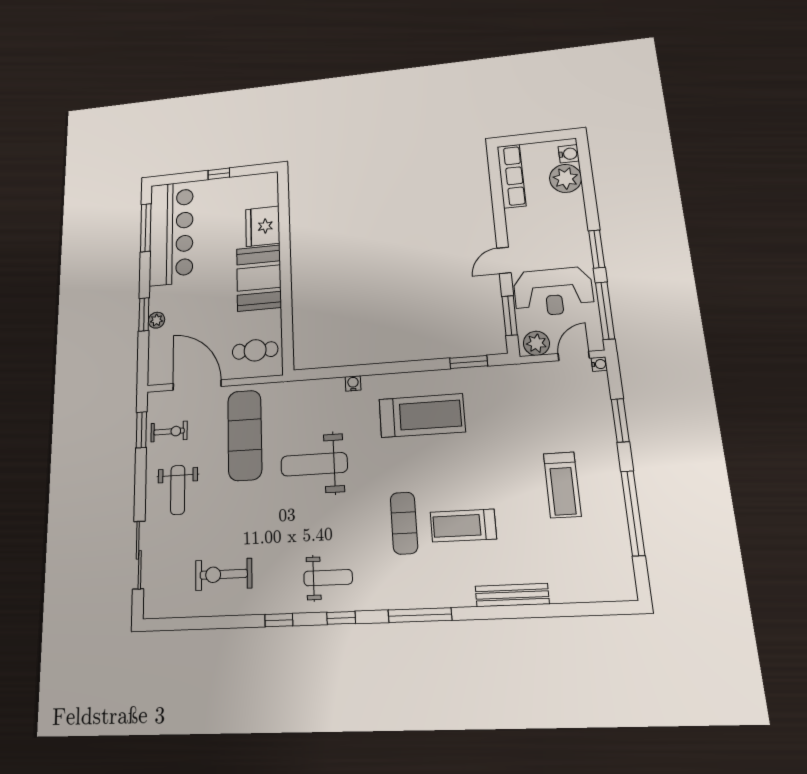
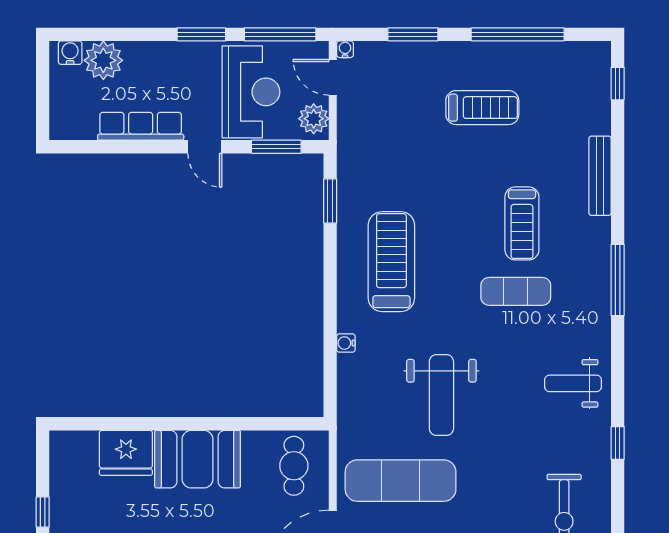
row of seats: (512, 176) -> (141, 126), moved
weight bench: (328, 578) -> (573, 383), turned -90
window: (341, 618) -> (618, 84), moved

